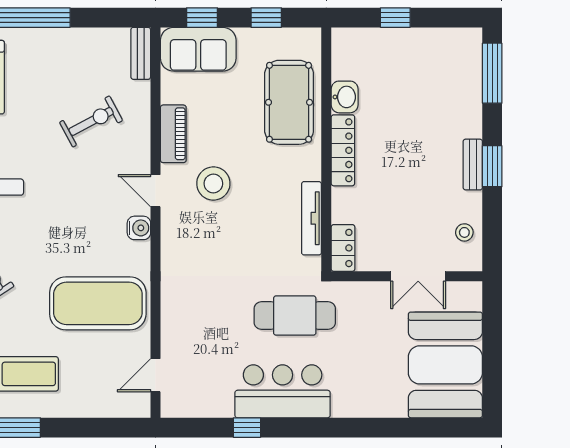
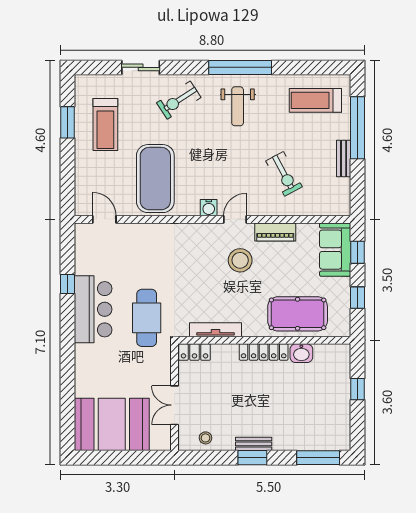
bench: (141, 53) -> (344, 159), moved, turned 90

